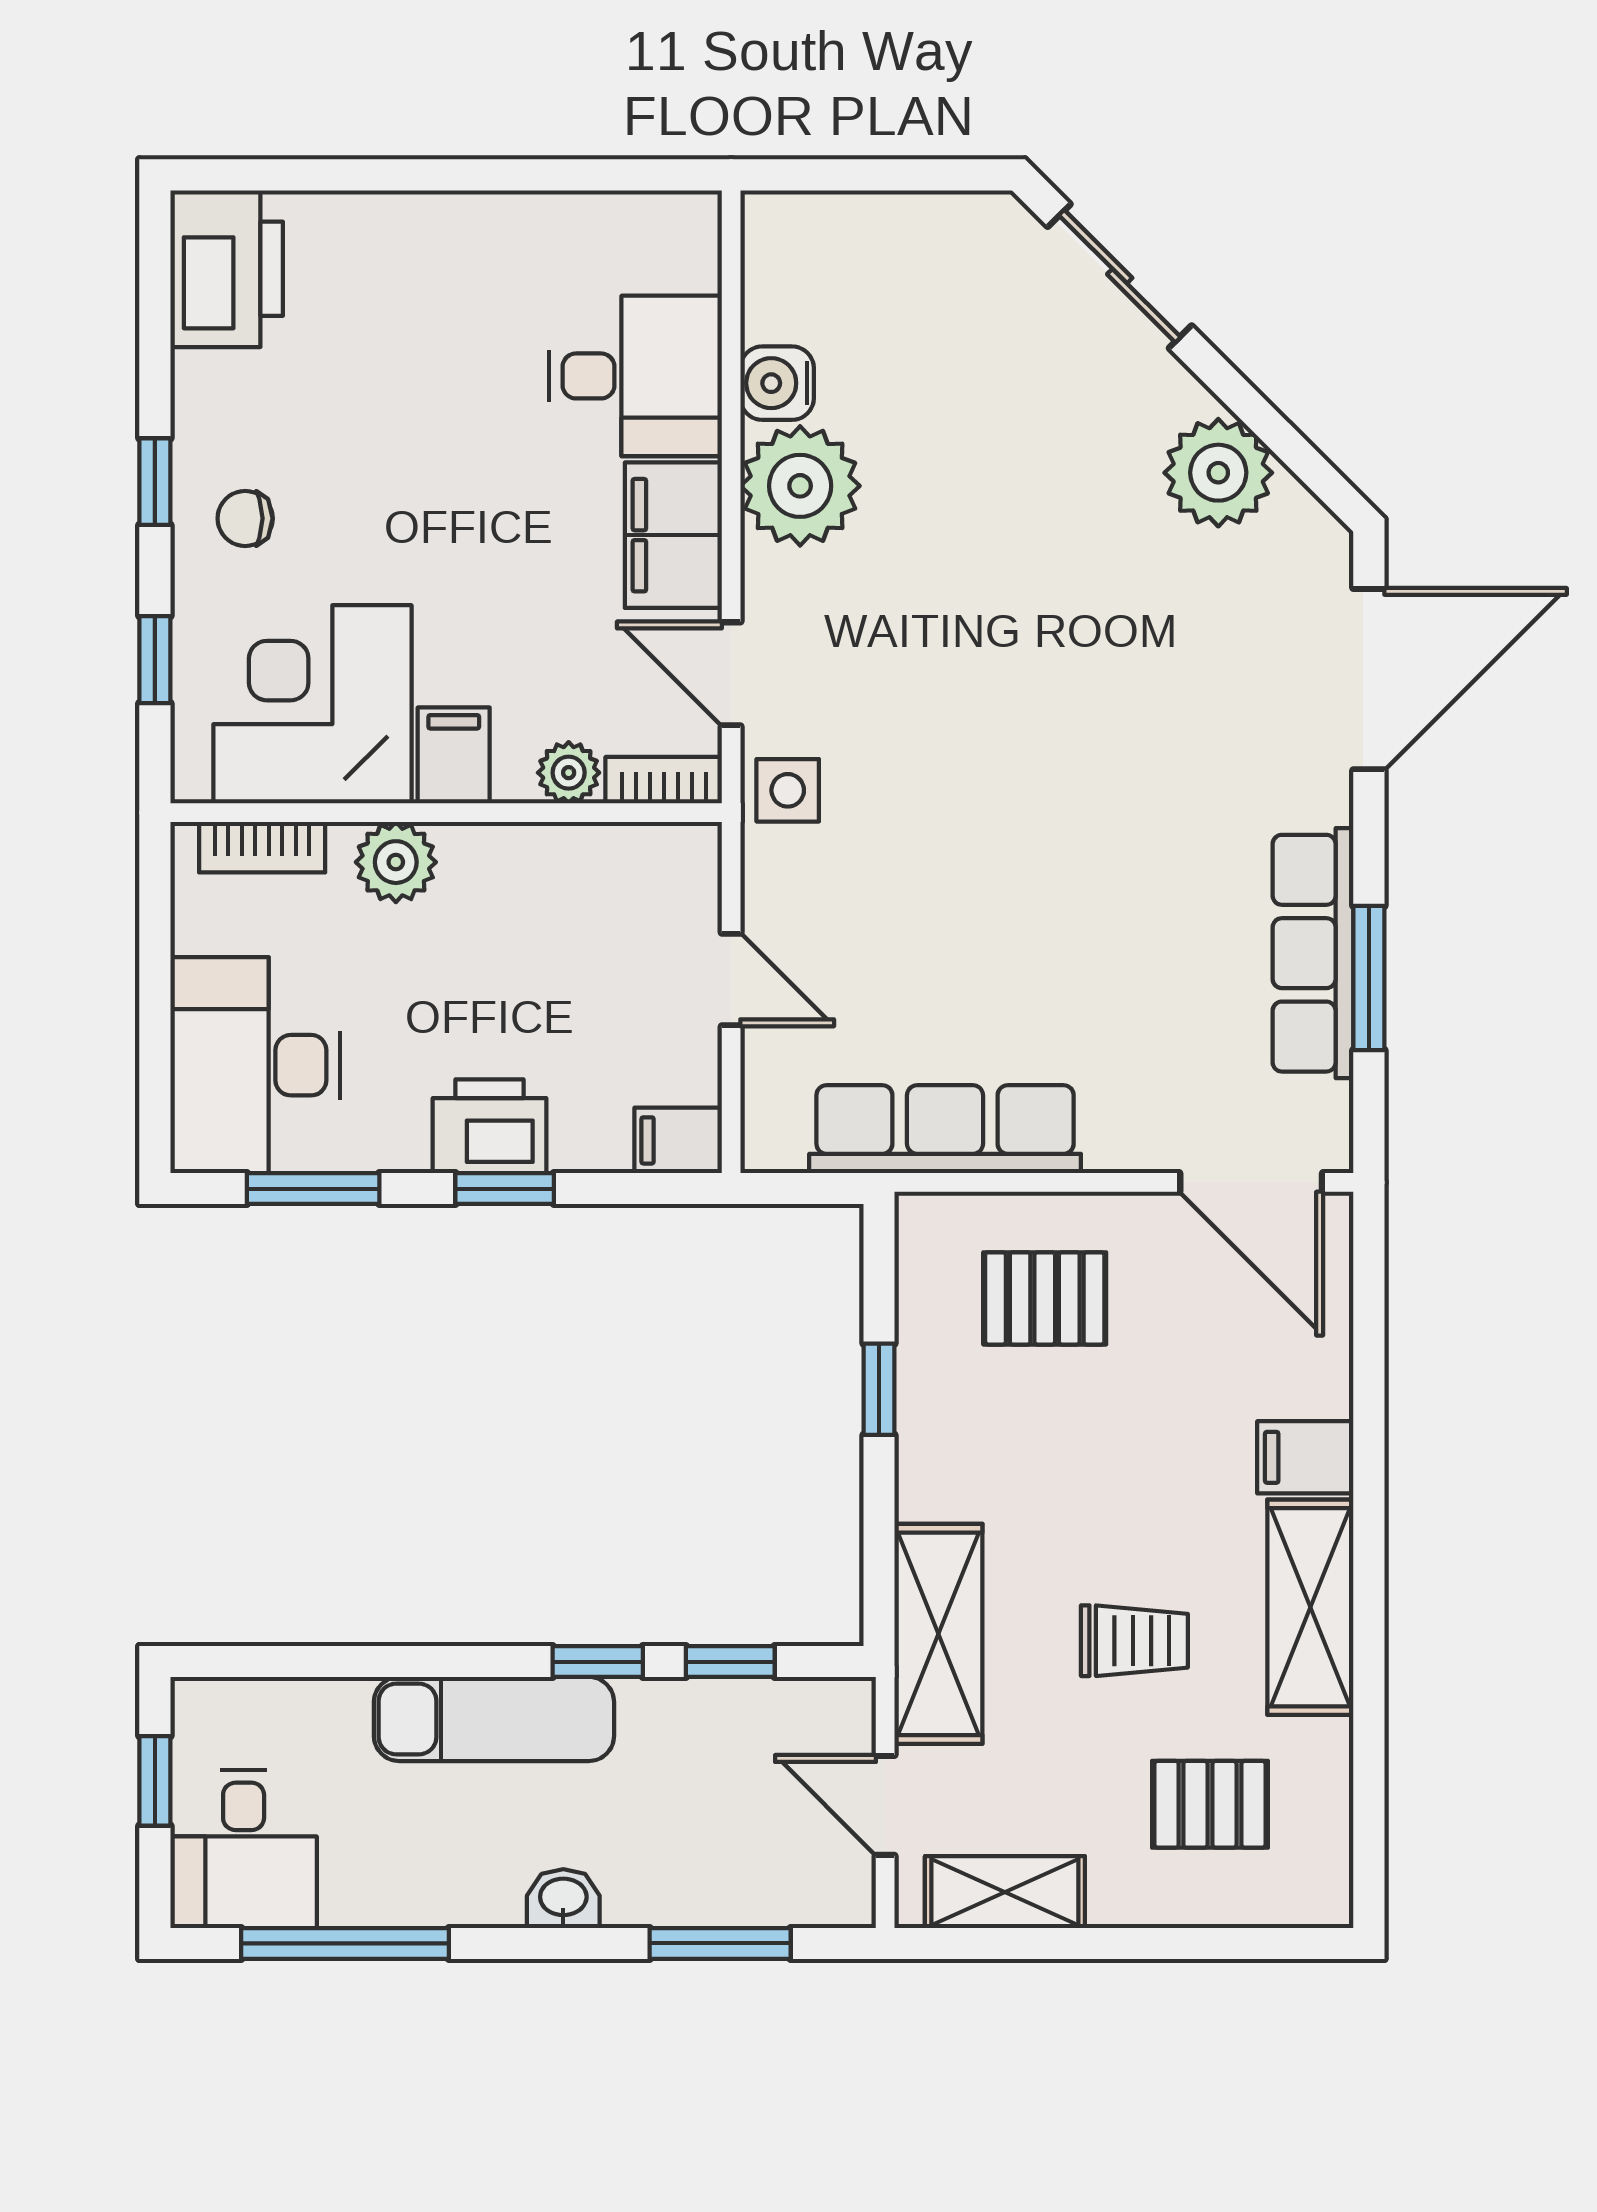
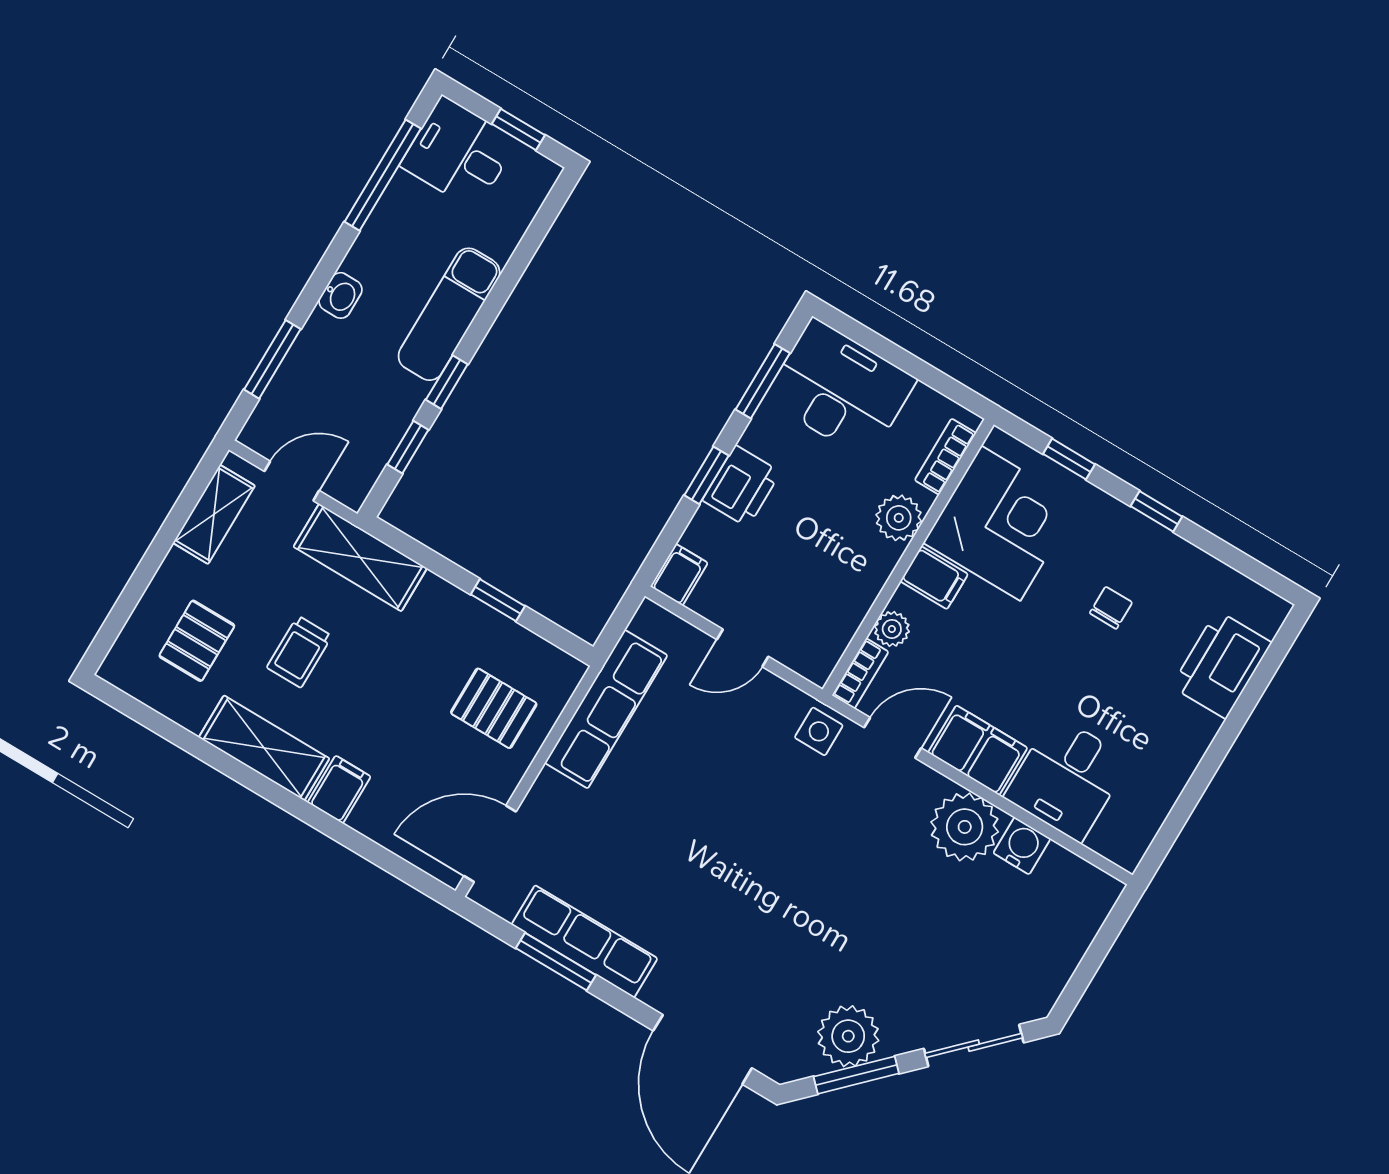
printer: (227, 269) -> (1221, 665), moved, turned 90
window: (1269, 426) -> (856, 1075), added
chair: (245, 518) -> (1111, 608), moved
pallet: (1045, 1298) -> (494, 708), turned 90

